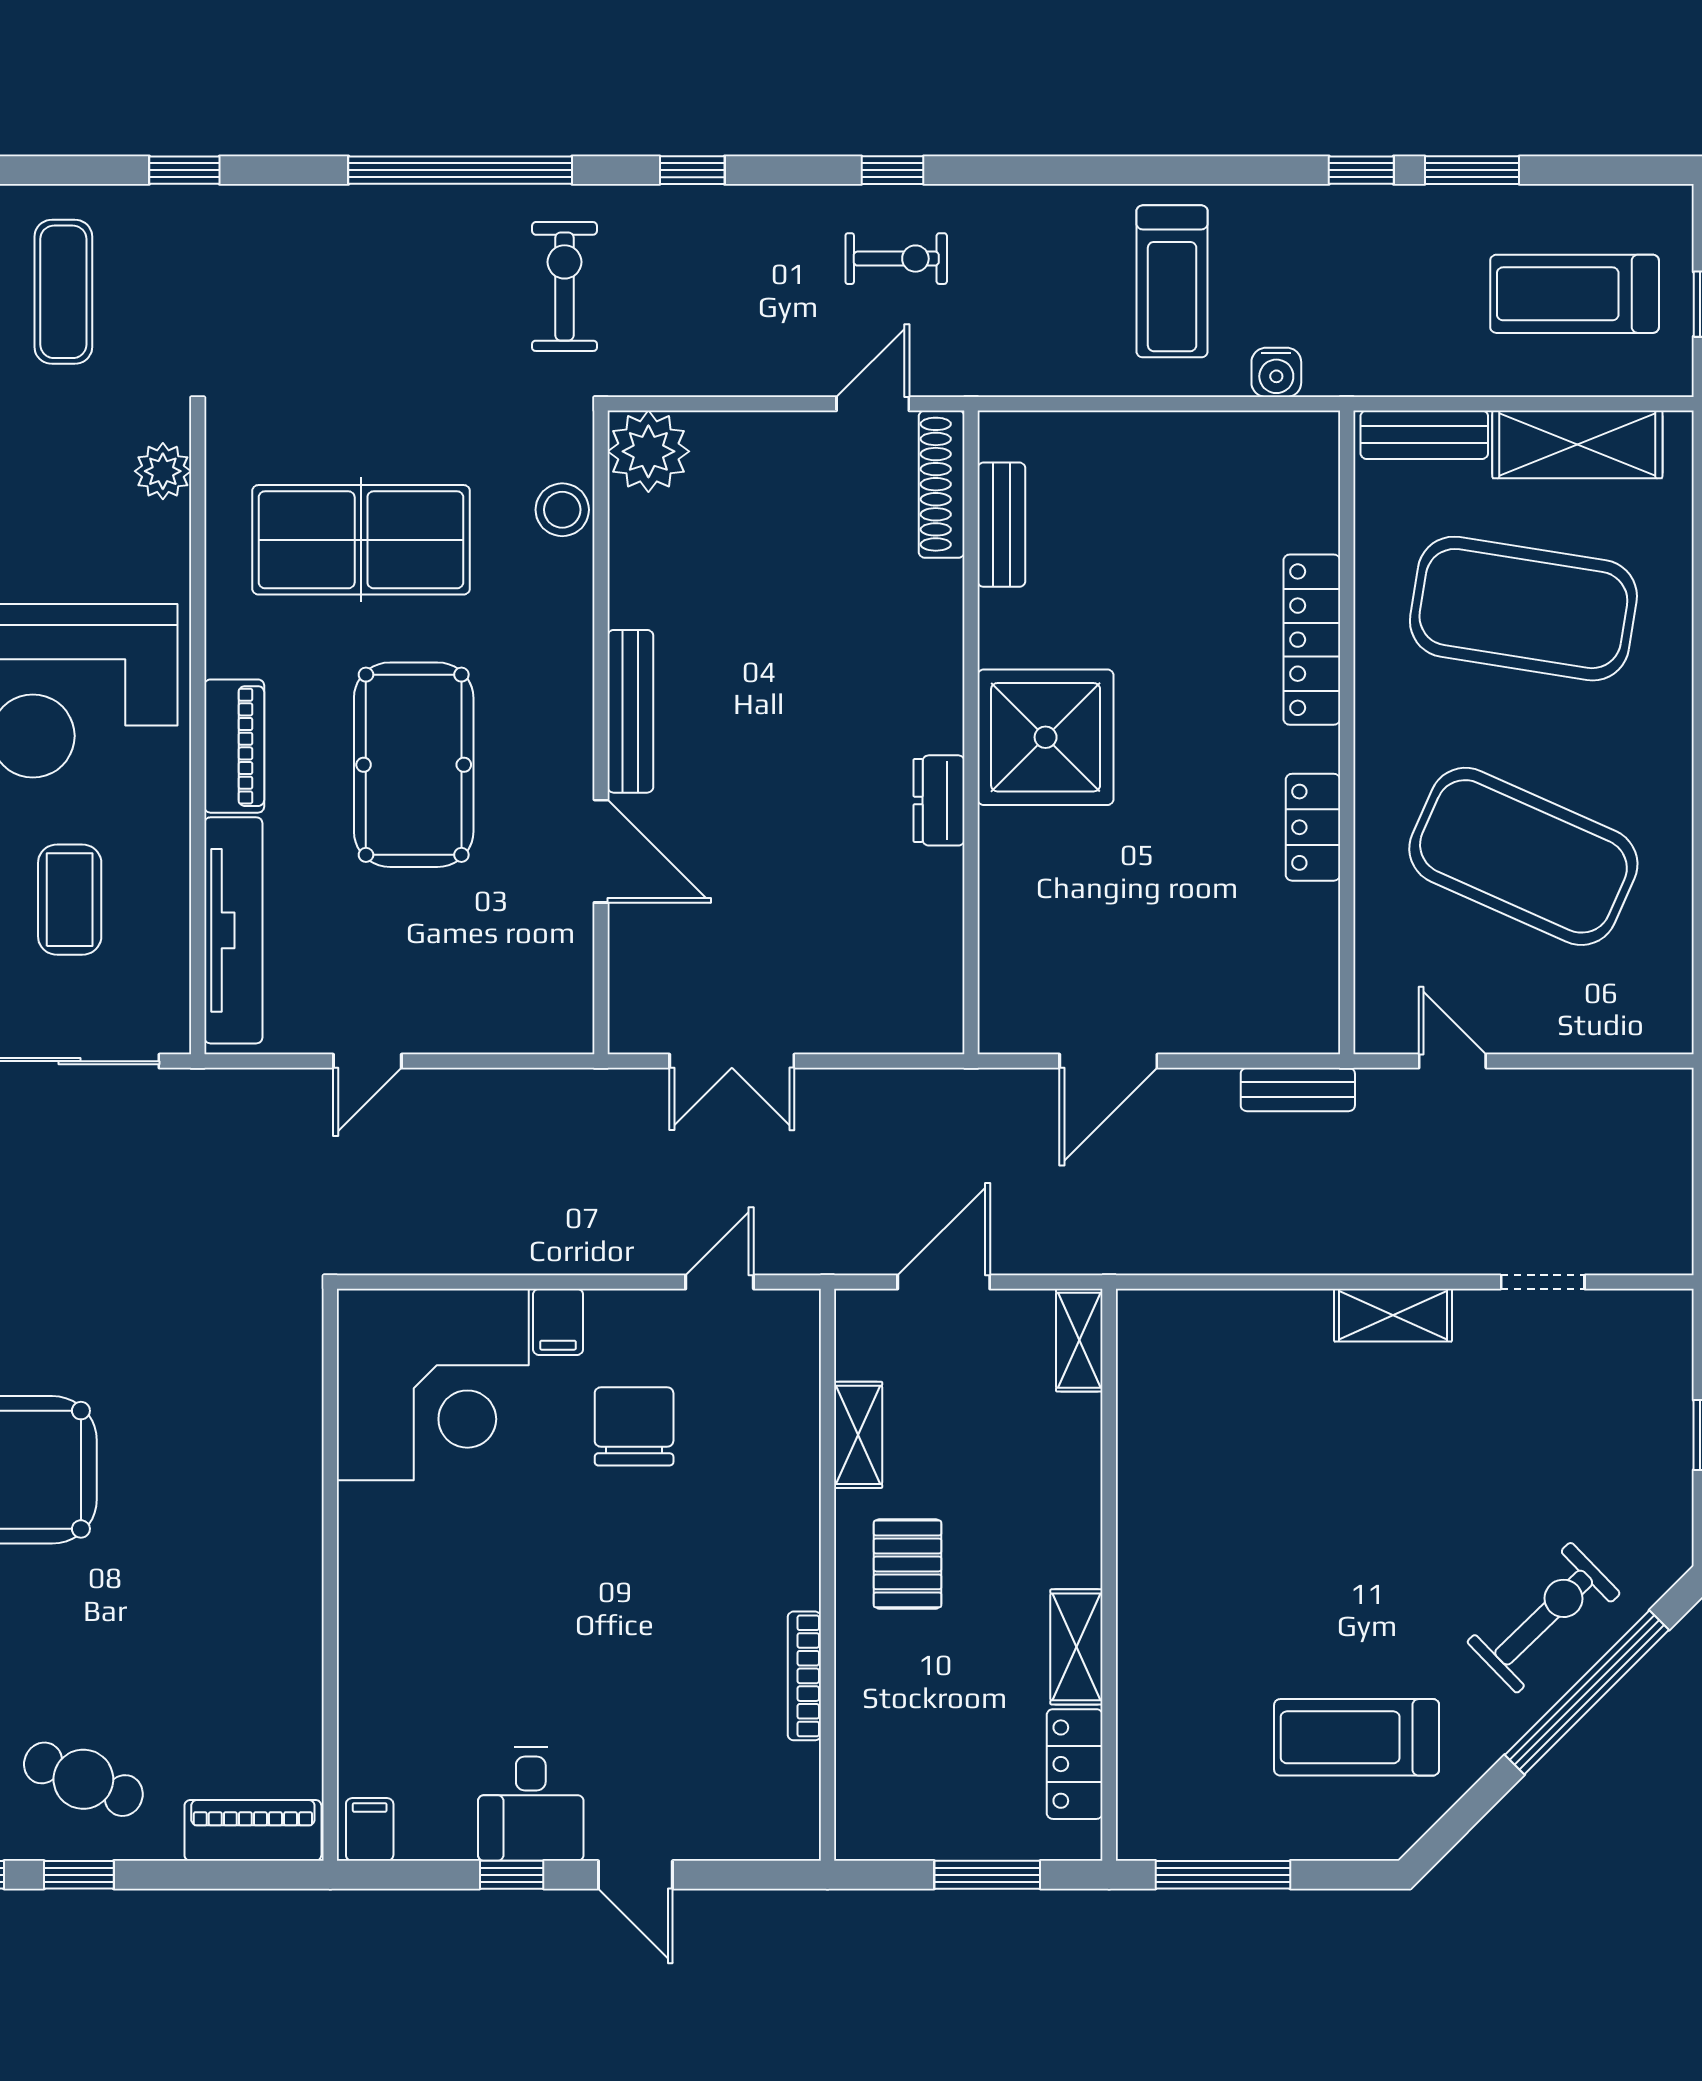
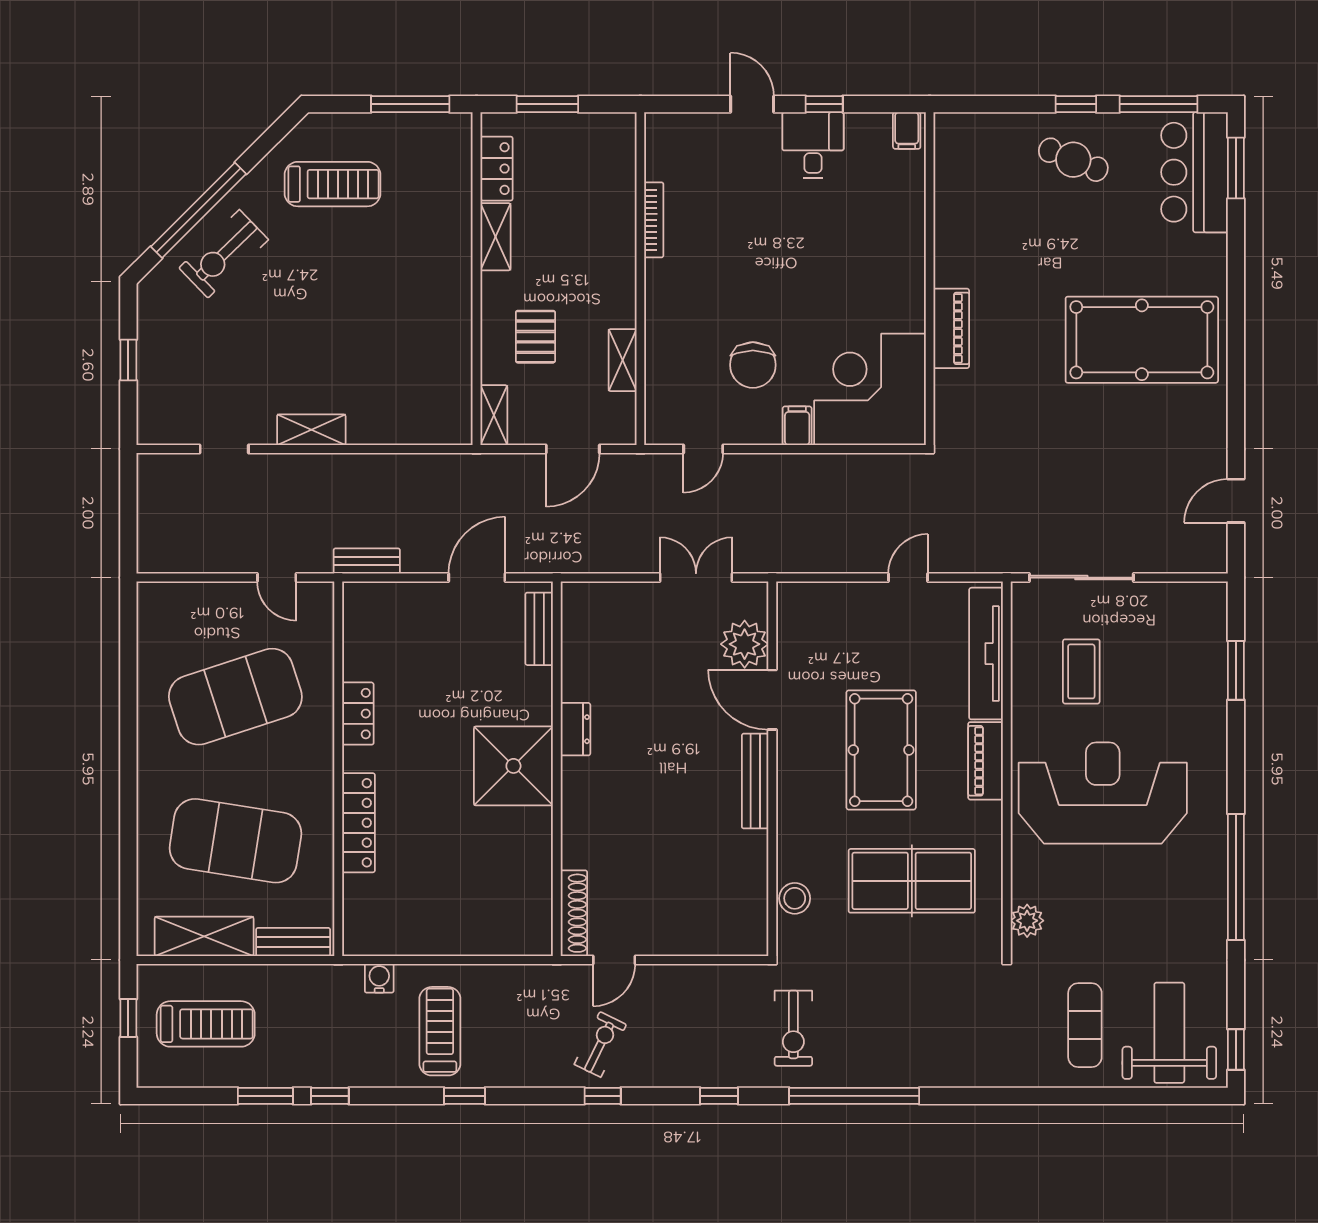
window: (184, 170) -> (464, 1096), moved
exercise bike: (896, 259) -> (600, 1044), turned 116
plant: (648, 451) -> (745, 644), moved
bench: (1001, 525) -> (539, 629), moved
exercise mat: (1523, 856) -> (235, 697), turned -42
pallet: (907, 1564) -> (535, 337), moved
piano: (253, 1830) -> (951, 328), moved, turned -90

